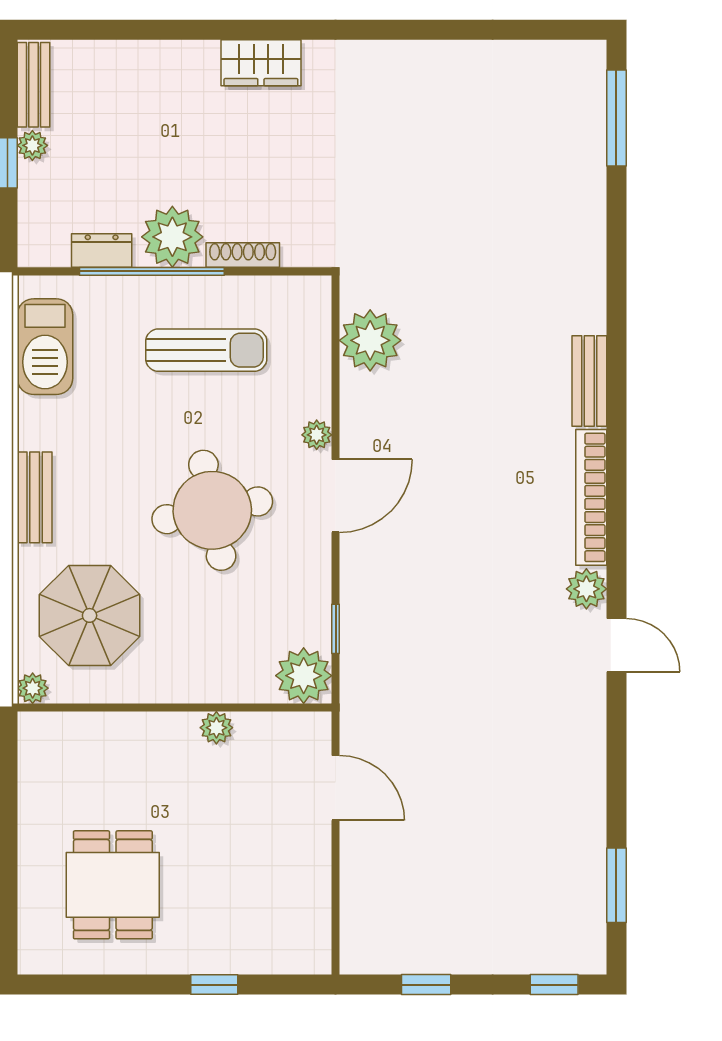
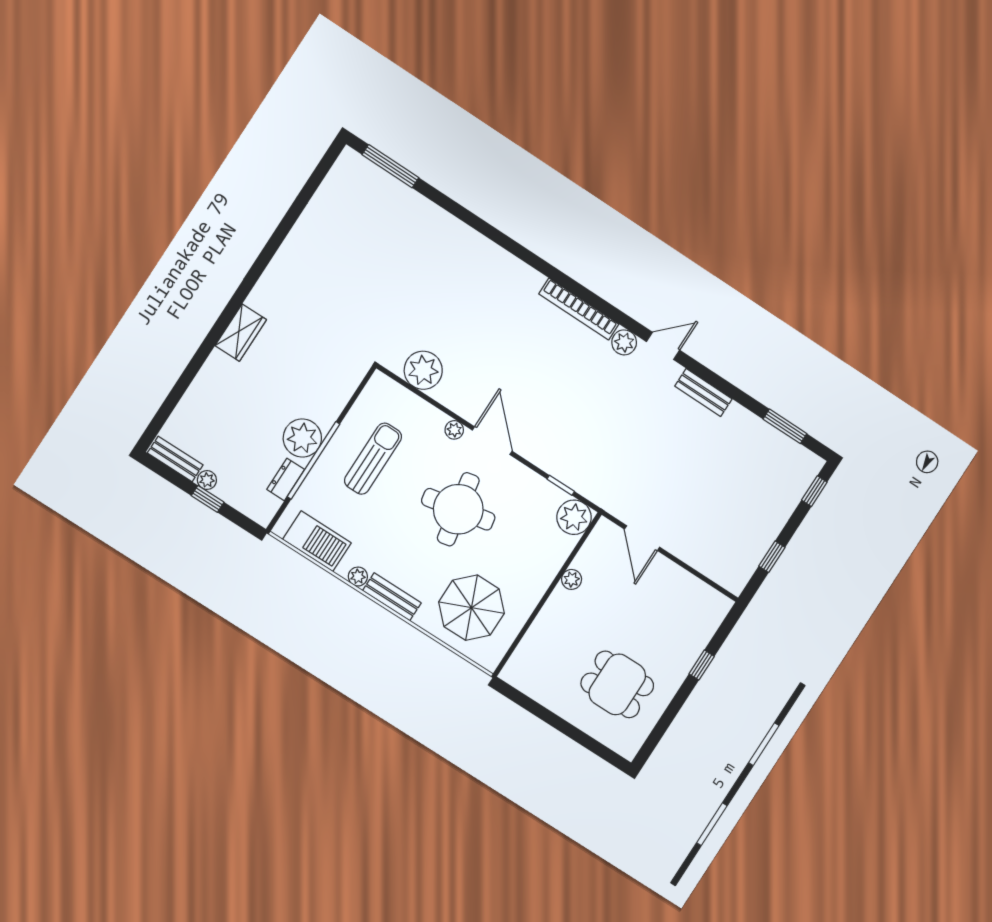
shoe rack: (243, 255) -> (336, 408), removed
bench: (589, 381) -> (703, 393), moved
plant: (33, 688) -> (358, 577), moved
door: (336, 788) -> (642, 538), swing flipped

